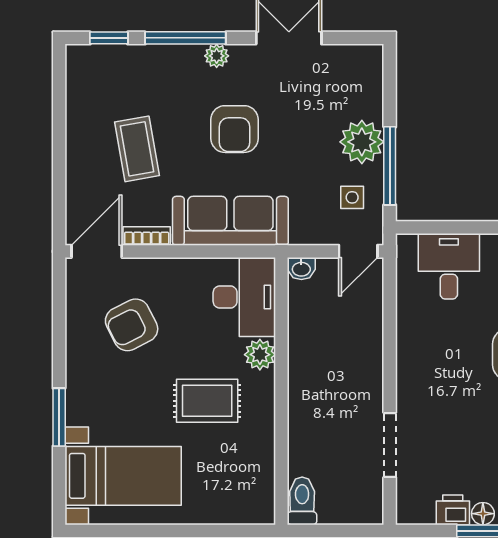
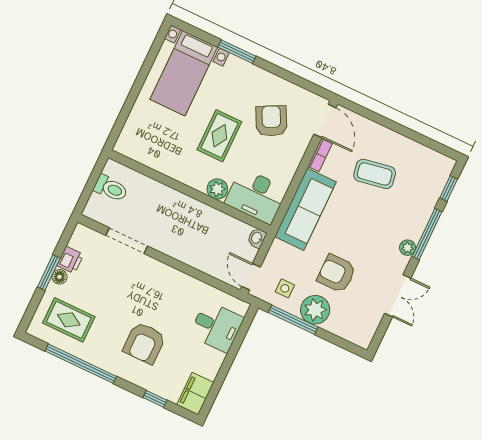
armchair: (234, 129) -> (337, 274), moved
rug: (207, 401) -> (219, 136), moved
toilet: (302, 501) -> (111, 188), moved

